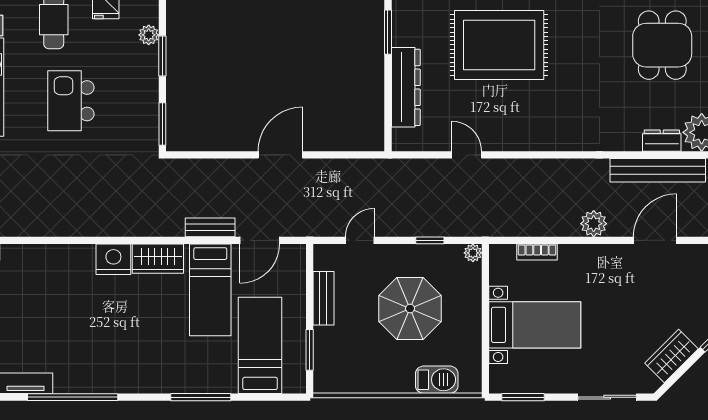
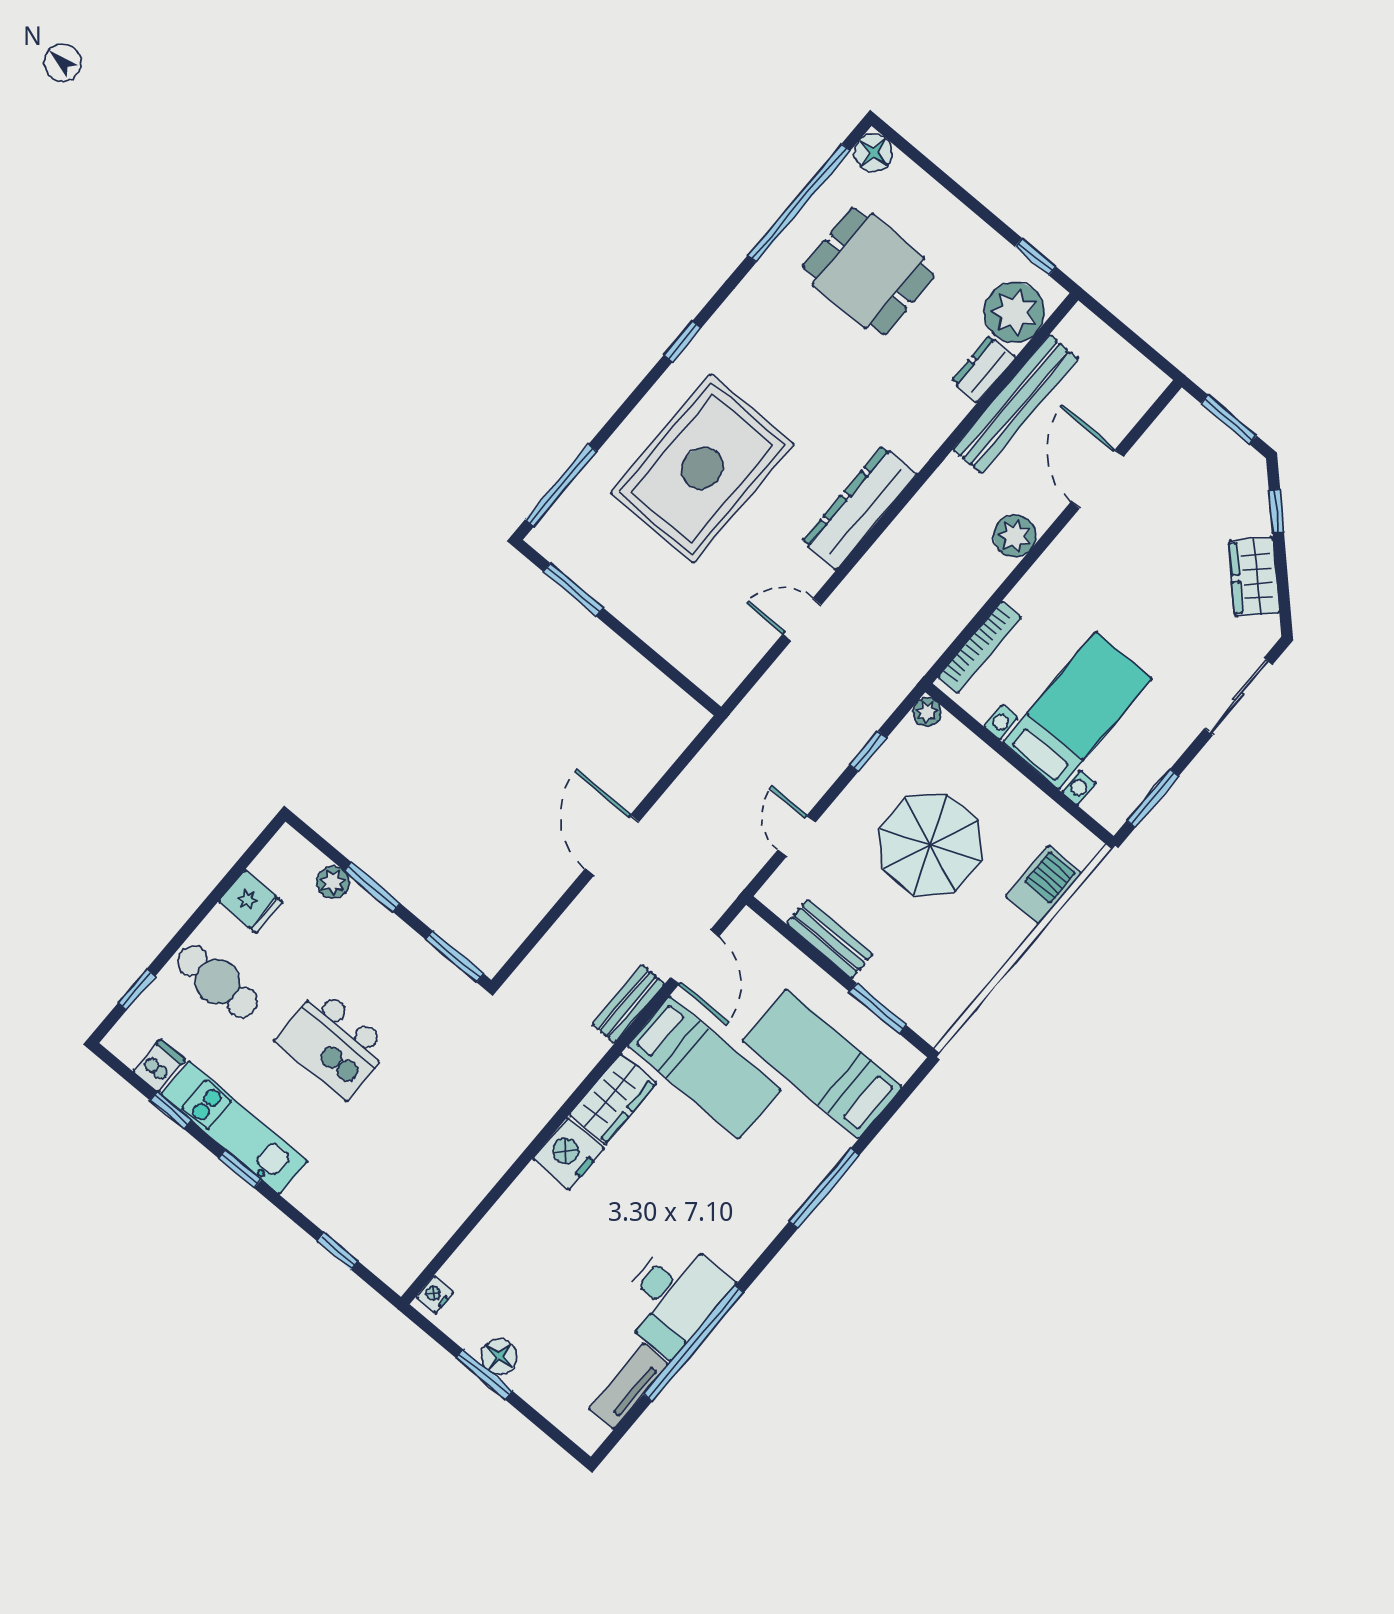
dresser: (406, 87) -> (859, 508), moved, turned -90
bookcase: (537, 252) -> (980, 647), width x1.56
desk: (87, 368) -> (673, 1297), added

